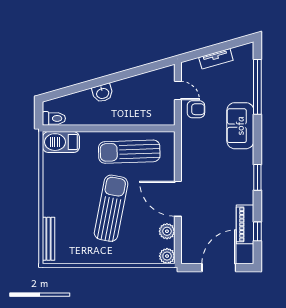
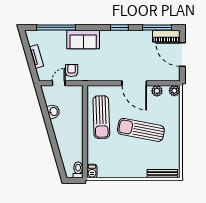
washbasin: (103, 93) -> (53, 112), moved
barbecue: (61, 142) -> (92, 171), width x0.53, depth x0.65
door: (178, 199) -> (134, 83), hinge flipped
piano: (245, 224) -> (166, 36), moved
window: (257, 231) -> (157, 27), width x2.17

